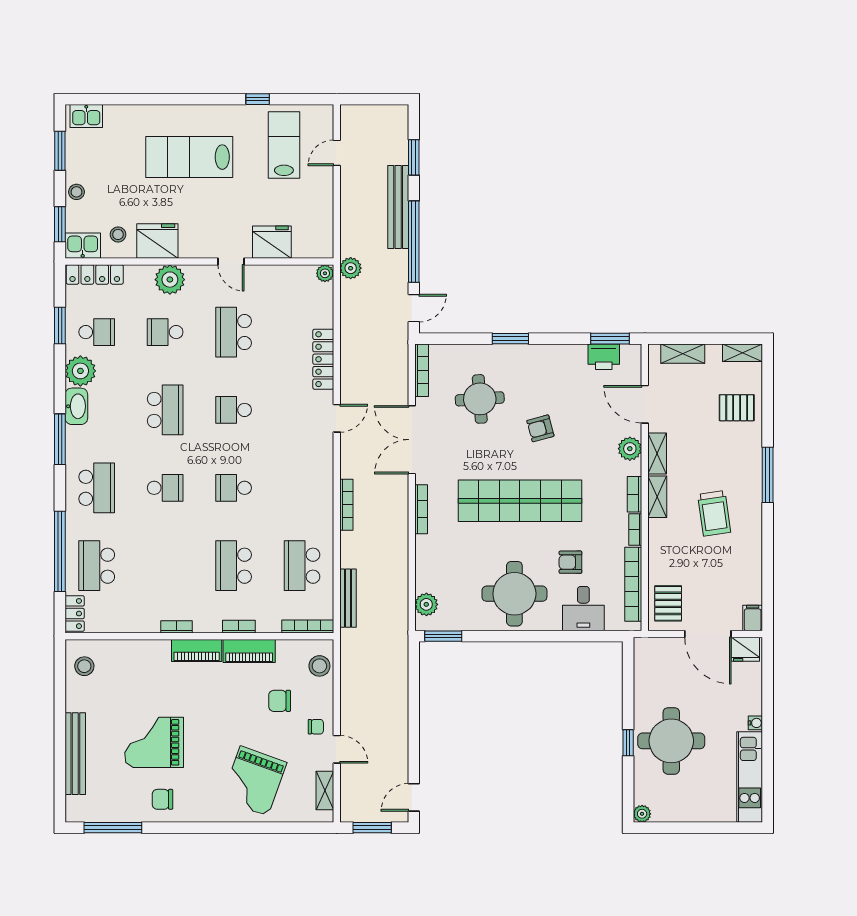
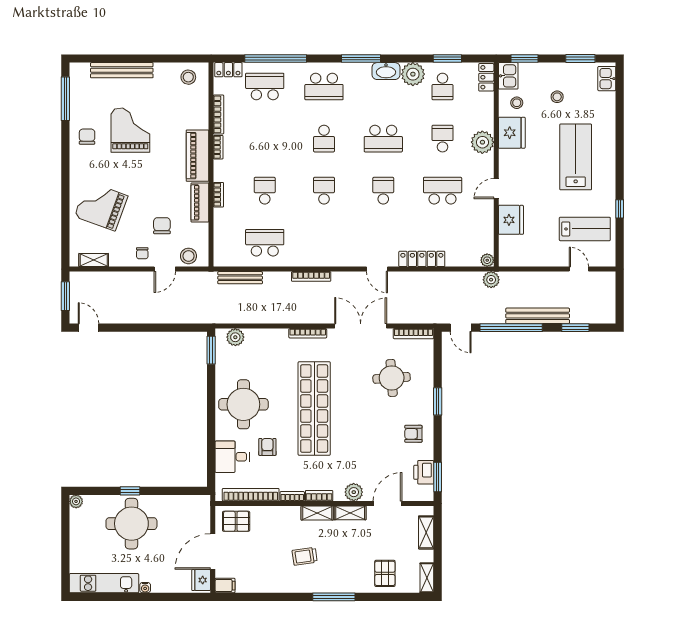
stool: (76, 192) -> (557, 97), moved
locker: (95, 274) -> (486, 77), width x0.66
armchair: (540, 428) -> (413, 434), moved, turned -75
trolley: (714, 513) -> (305, 556), width x0.73, depth x0.72
school desk: (234, 566) -> (265, 191), width x0.54
bookcase: (308, 626) -> (219, 114), moved
piano: (197, 650) -> (198, 156), width x1.37, depth x1.33
door: (337, 749) -> (165, 269), moved

